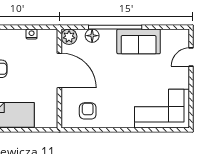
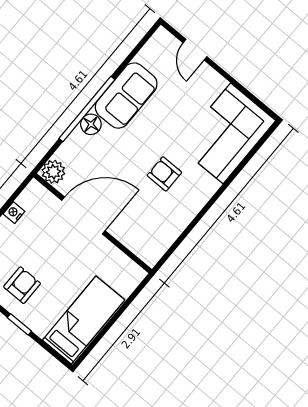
floor lamp: (92, 36) -> (91, 124), moved
armchair: (88, 111) -> (164, 174), moved

